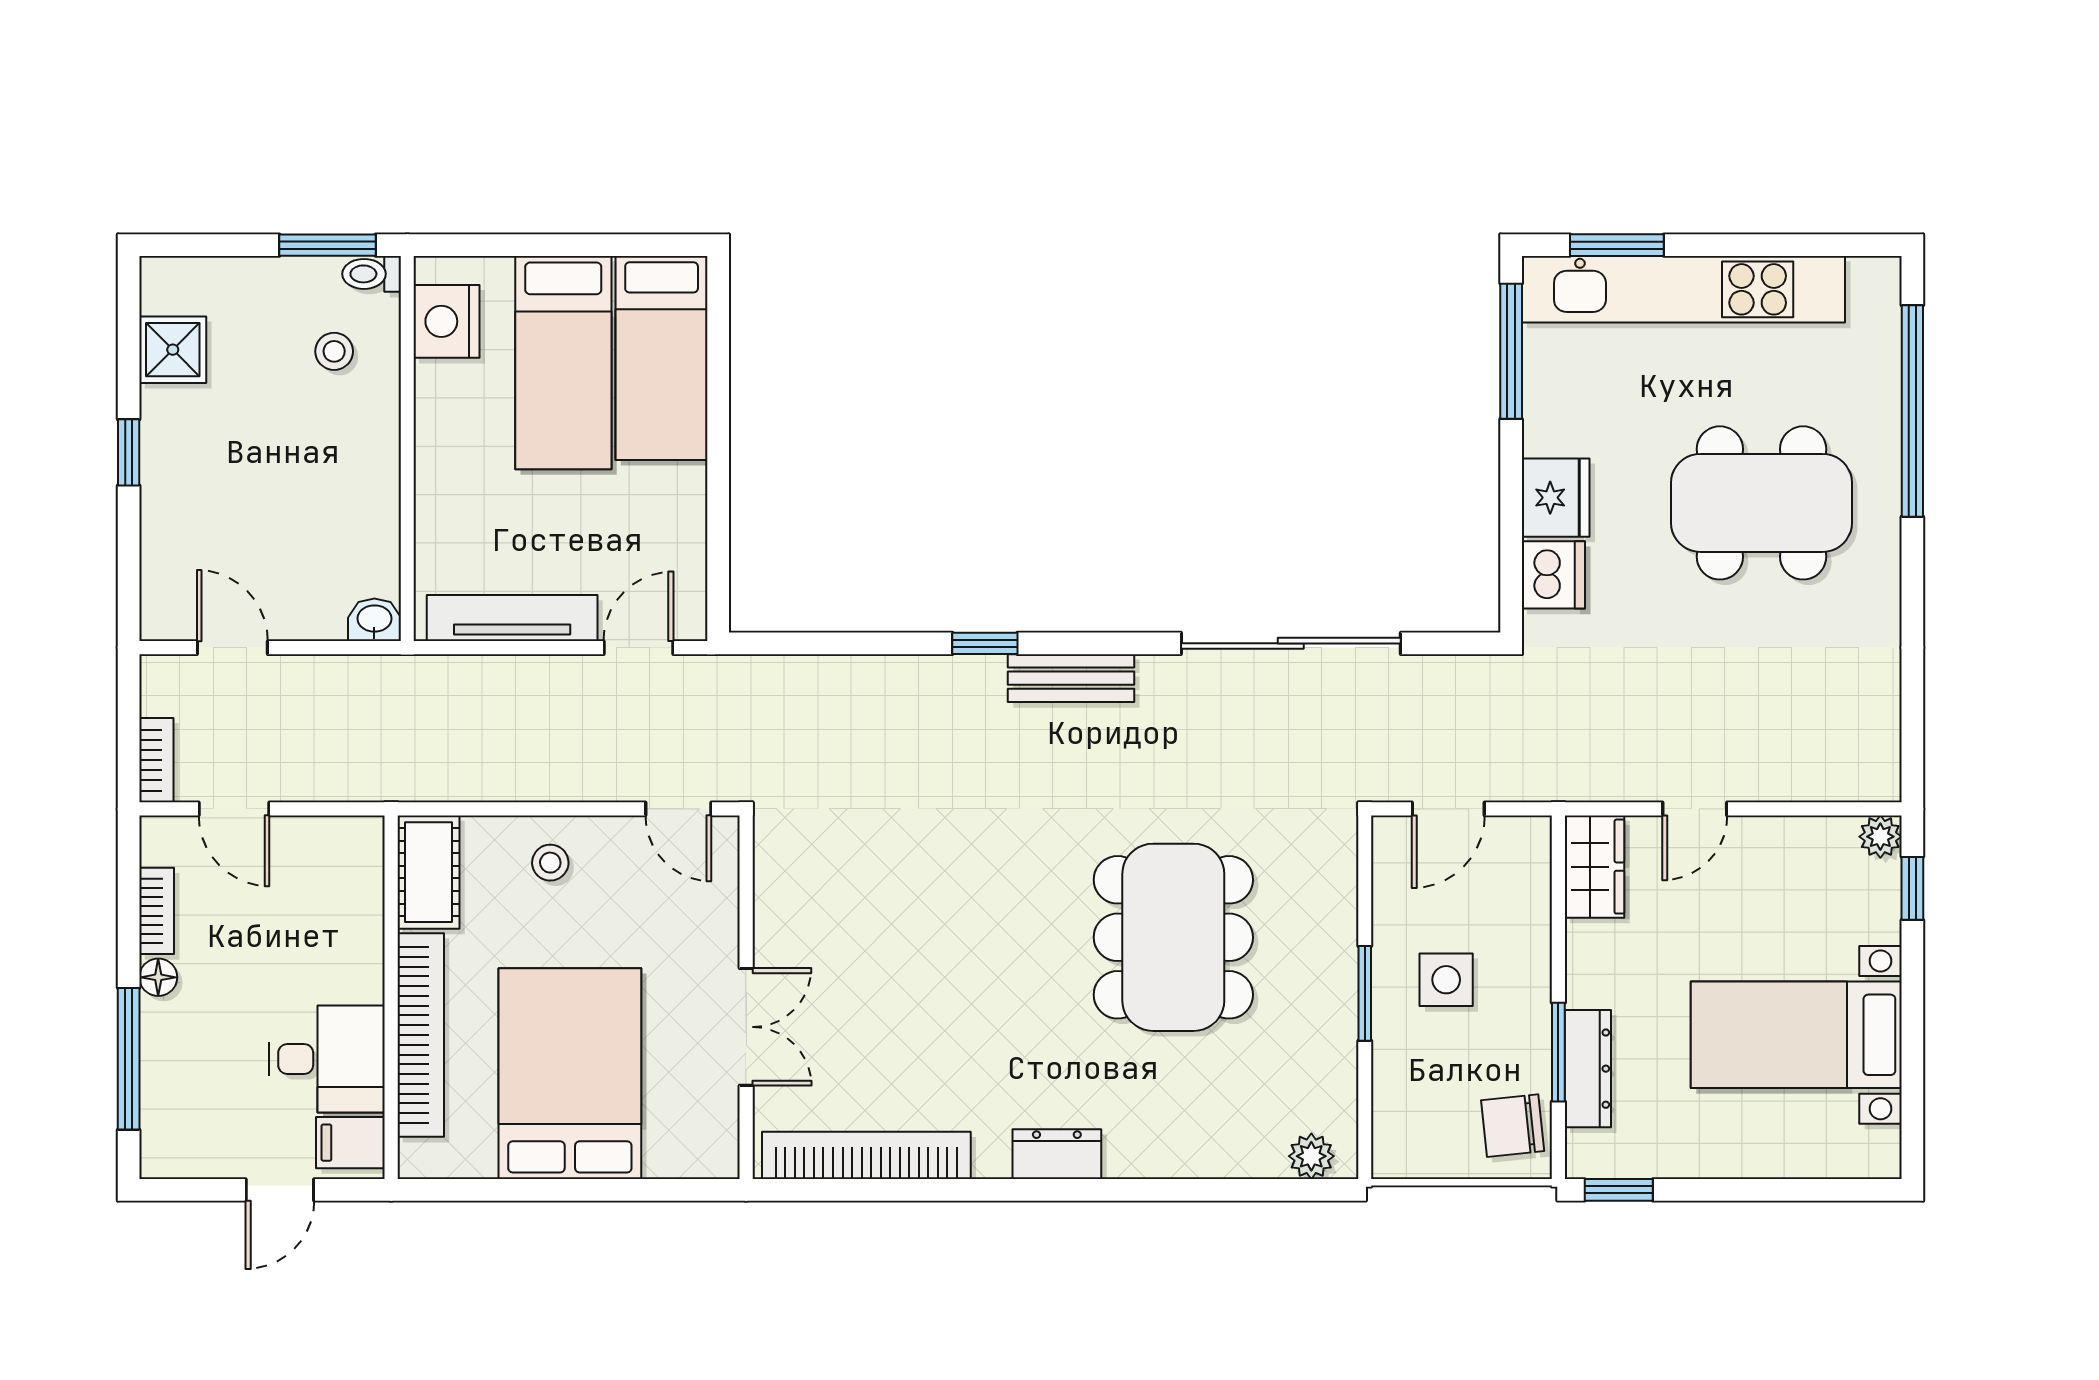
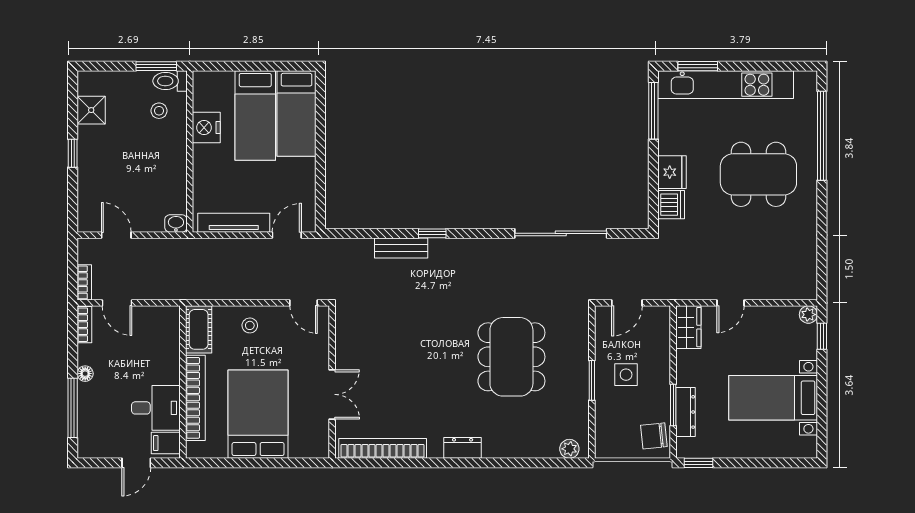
toilet: (372, 274) -> (170, 81), width x1.37, depth x1.39
nightstand: (447, 321) -> (206, 128), moved
bench: (1071, 678) -> (401, 248), moved
bookcase: (157, 911) -> (84, 325), moved

